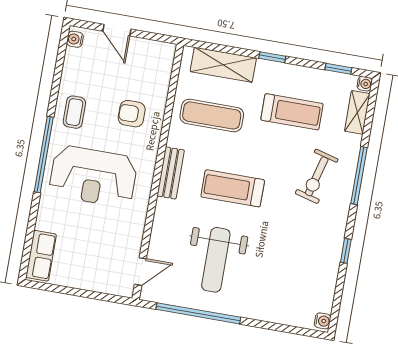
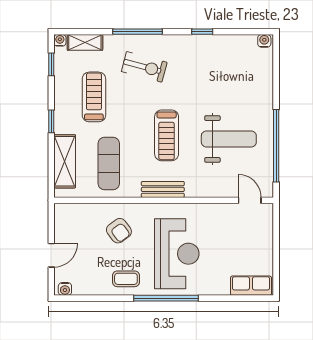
armchair: (132, 114) -> (119, 231), turned -37

